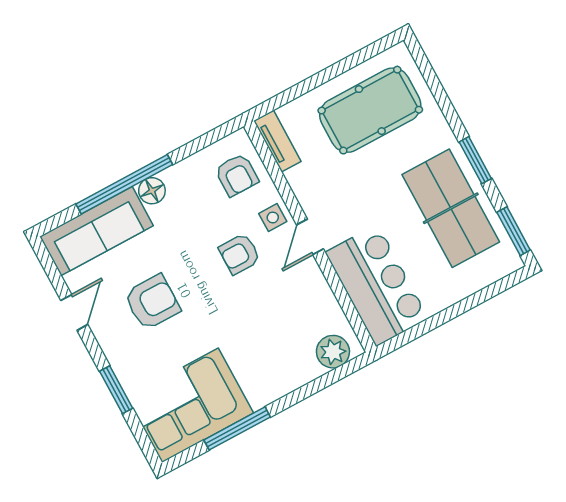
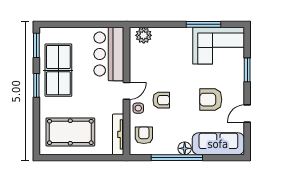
tv unit: (277, 141) -> (118, 134), width x1.41
window: (124, 184) -> (177, 158), moved

